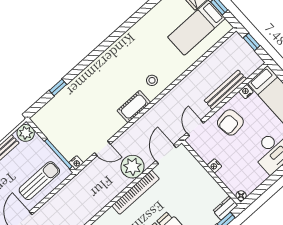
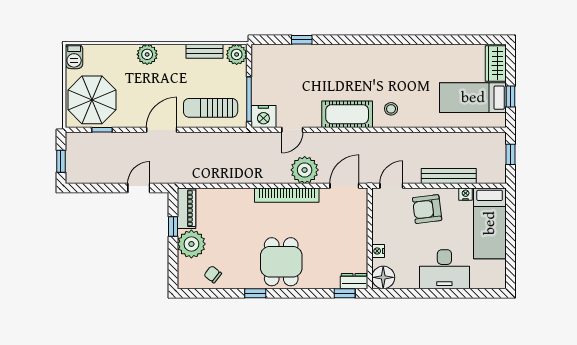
cot: (134, 107) -> (347, 114), width x1.37, depth x1.34
door: (102, 148) -> (292, 130), hinge flipped
nightstand: (76, 163) -> (263, 116), width x1.89, depth x1.79
nightstand: (214, 166) -> (378, 251), moved
sun lounger: (39, 181) -> (211, 108), turned 180
floor lamp: (241, 196) -> (383, 277), width x1.89, depth x1.89

